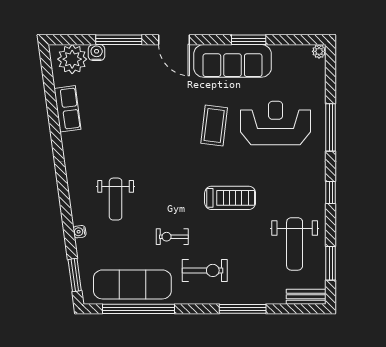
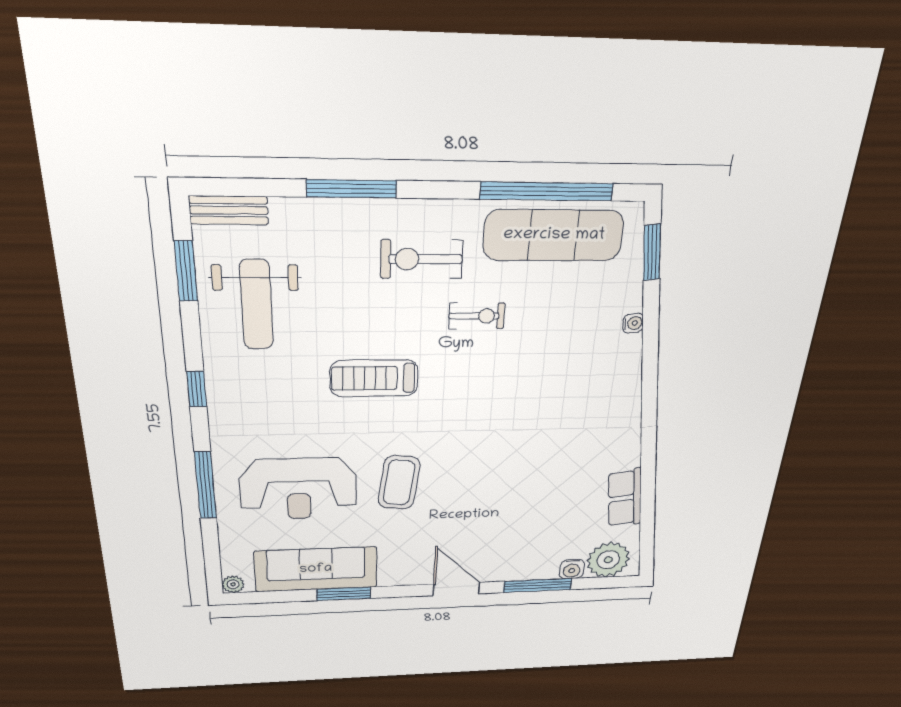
sofa: (233, 61) -> (316, 569), moved
weight bench: (116, 199) -> (567, 374), removed
weight bench: (295, 244) -> (257, 305), turned 180

